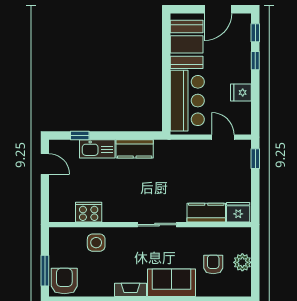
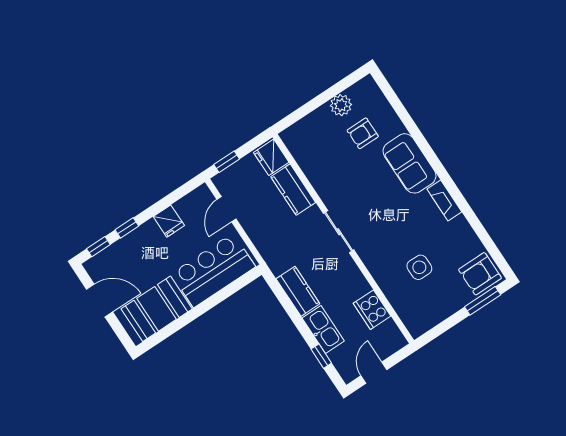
cooker: (89, 212) -> (372, 310), moved
fridge: (238, 212) -> (271, 157), moved
kitchen counter: (206, 213) -> (293, 190), moved
wall: (150, 225) -> (343, 239), moved
sliding door: (157, 225) -> (339, 232), moved

